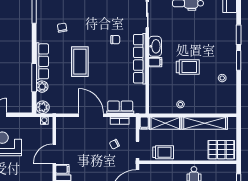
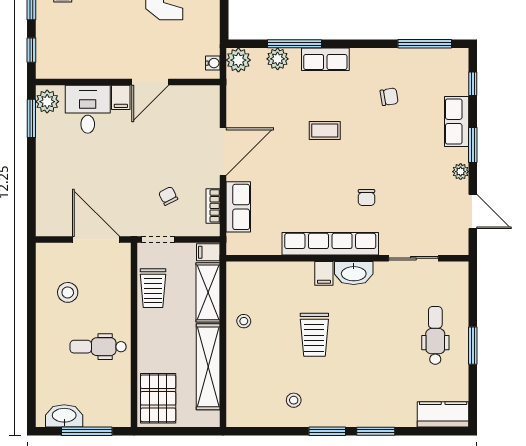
row of seats: (42, 61) -> (325, 59), width x0.68
coffee table: (80, 62) -> (325, 130), width x0.54, depth x0.58
door: (54, 154) -> (150, 82), swing flipped

